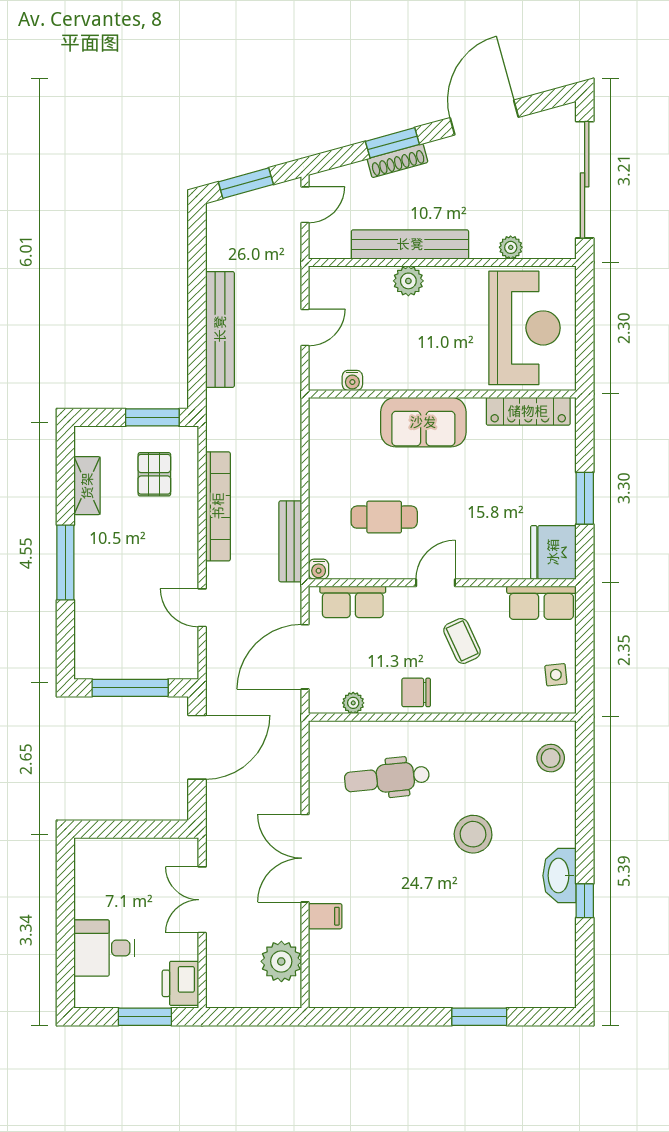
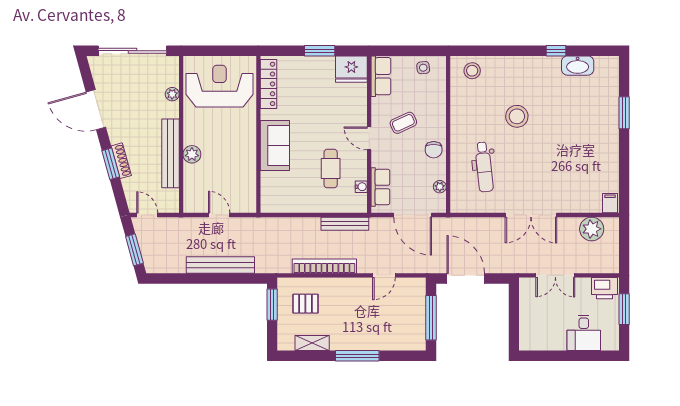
water cooler: (352, 380) -> (250, 187), removed
water cooler: (319, 569) -> (361, 187), moved
washbasin: (559, 876) -> (578, 66), moved
filing cabinet: (325, 916) -> (610, 203), moved

